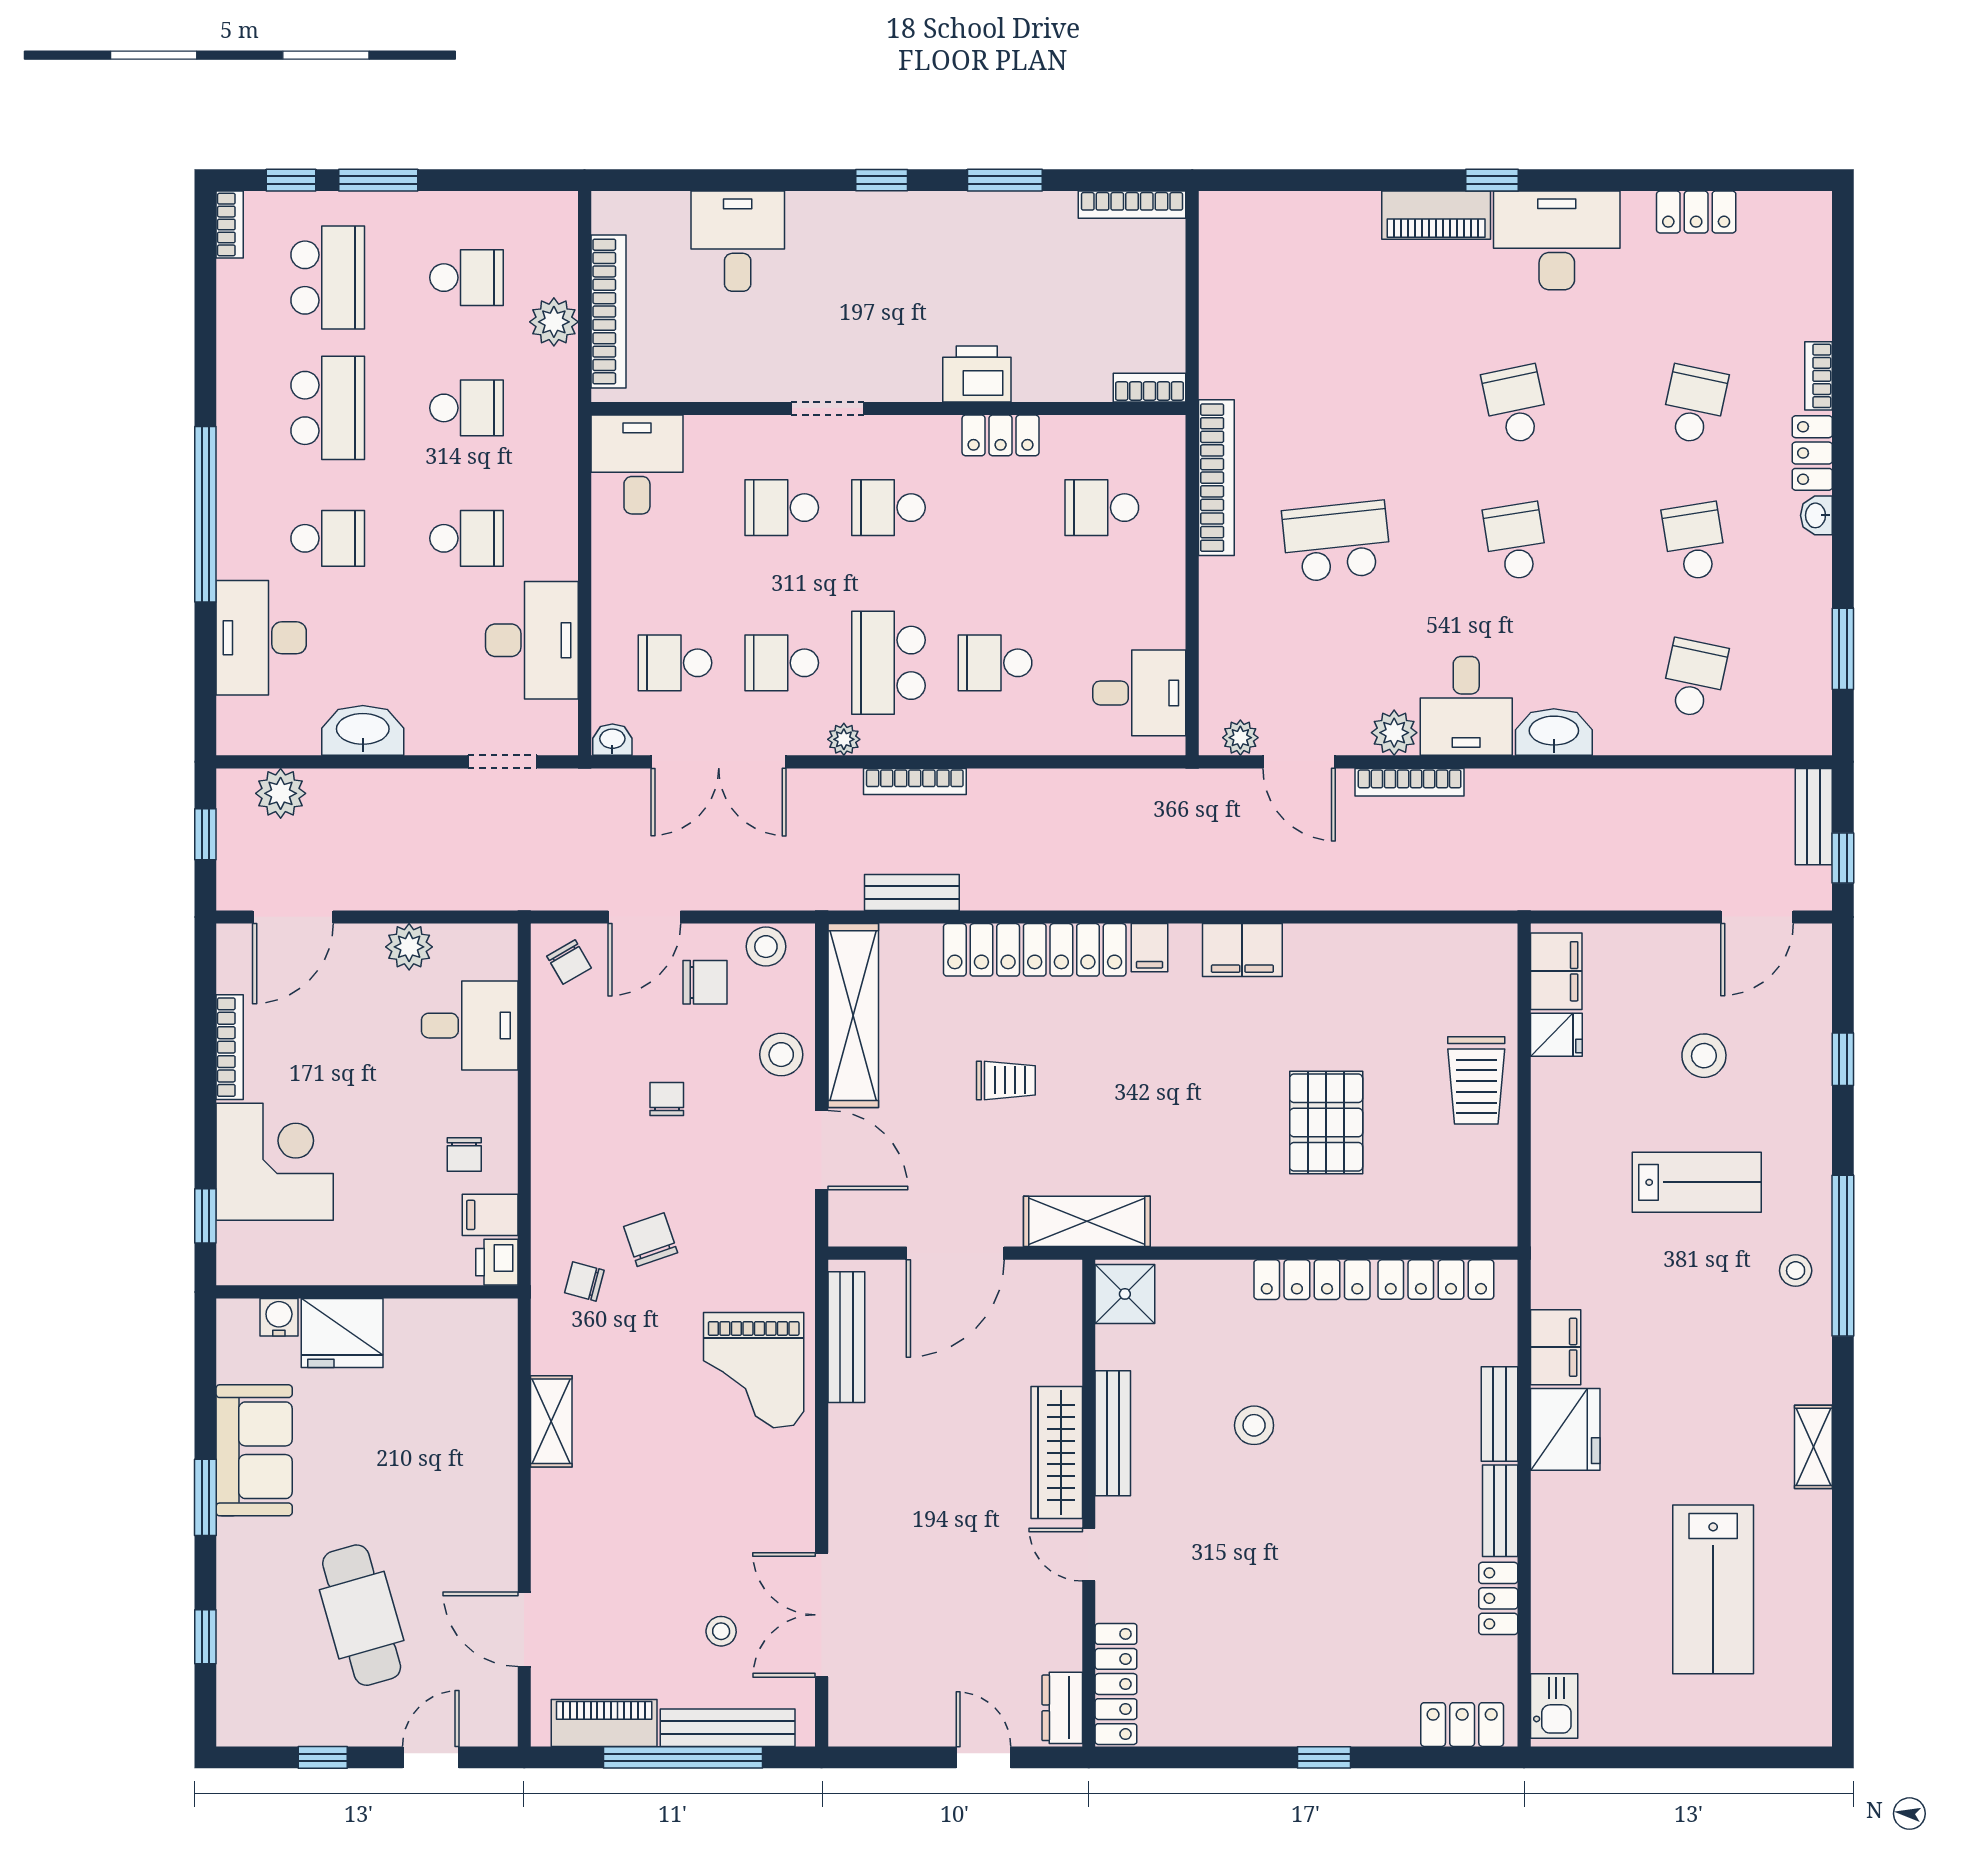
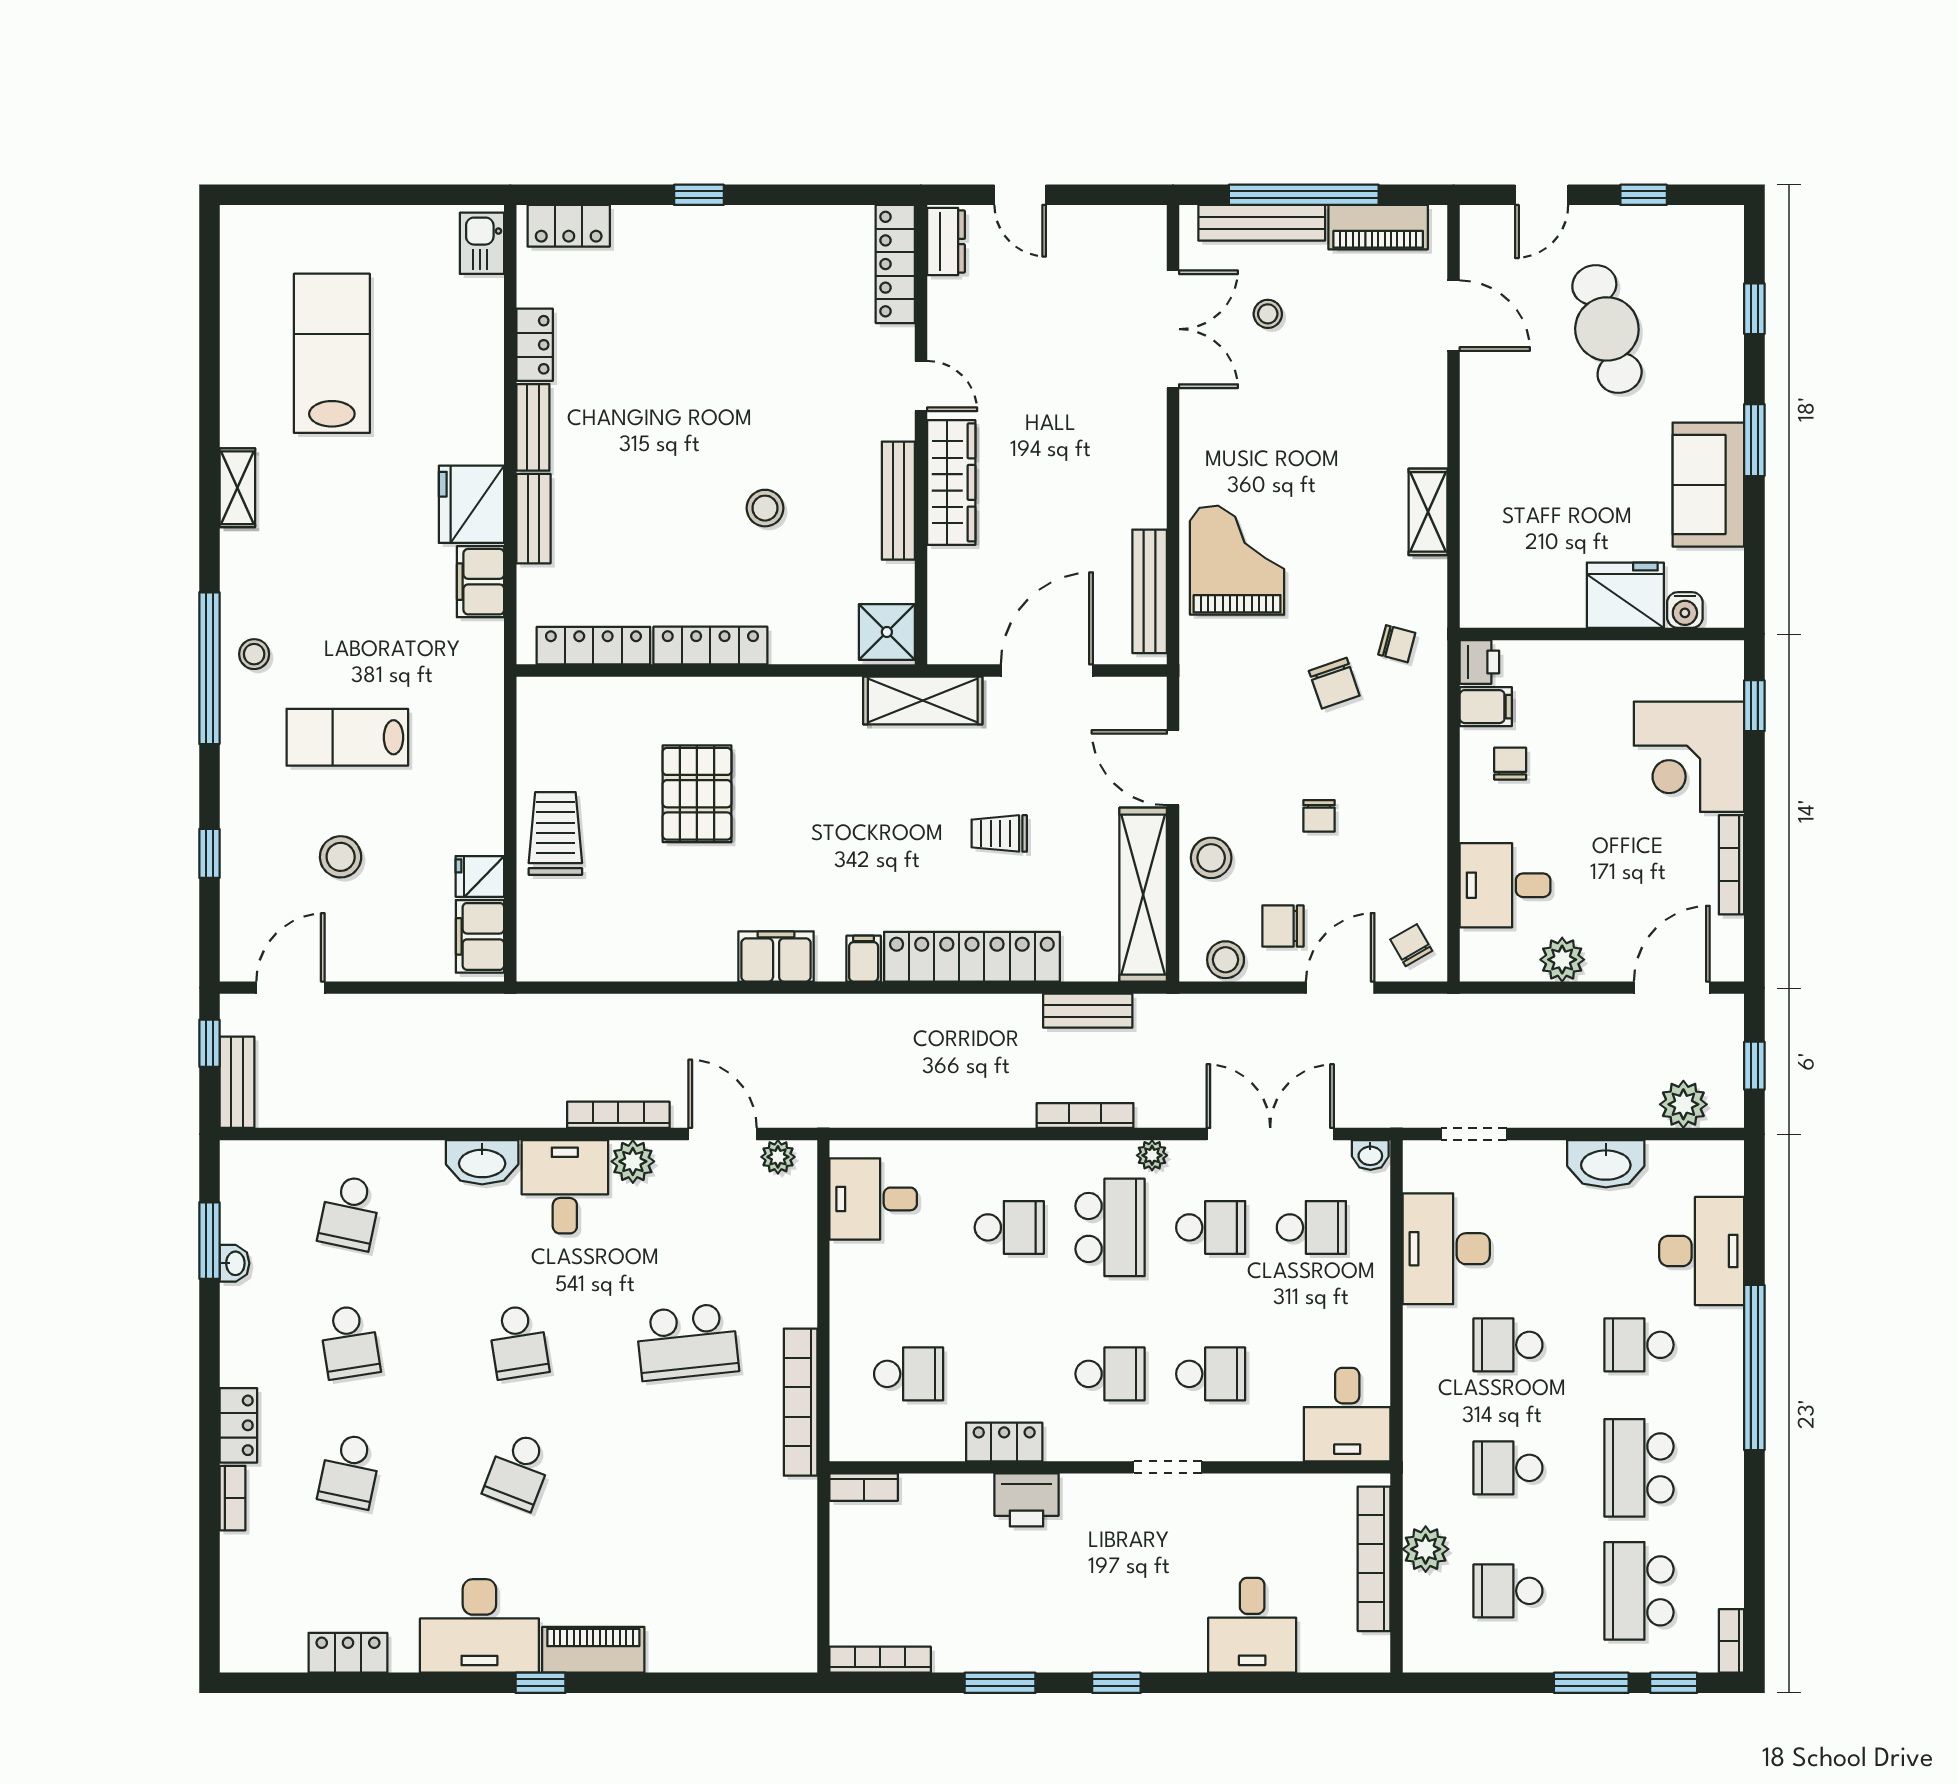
school desk: (1515, 405) -> (518, 1471), turned 33
washbasin: (1816, 515) -> (234, 1263), moved

